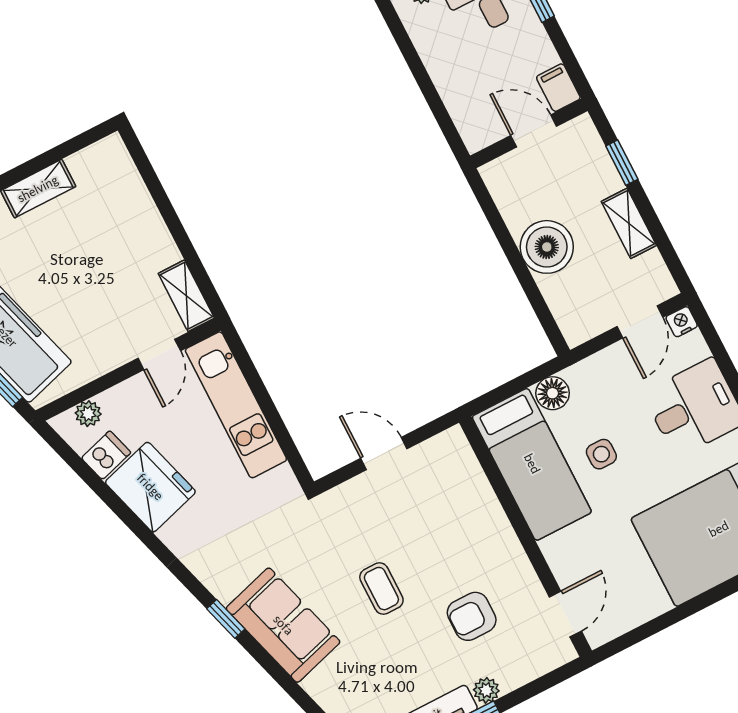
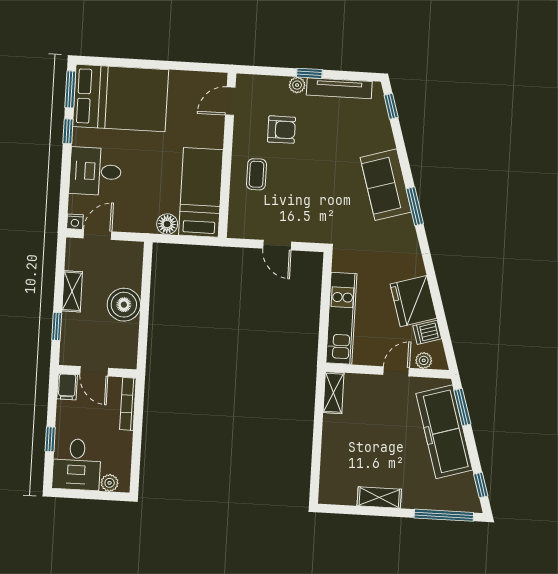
bookcase: (461, 113) -> (128, 404), added
door: (159, 355) -> (396, 371), moved
side table: (601, 454) -> (160, 176), removed
coffee table: (381, 589) -> (256, 174), moved
window: (226, 619) -> (415, 206), width x1.50

